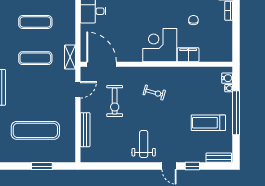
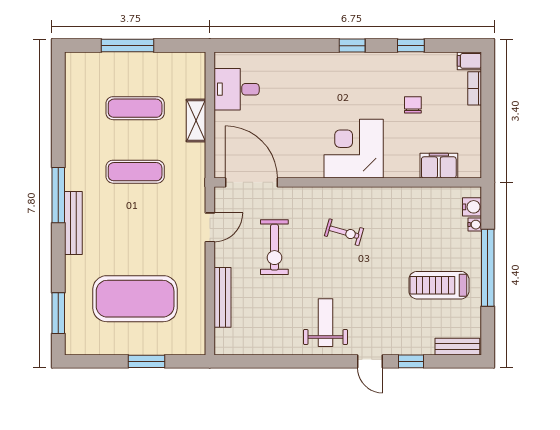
filing cabinet: (188, 55) -> (439, 166), moved
shelving: (70, 57) -> (196, 121), moved
exercise mat: (35, 130) -> (135, 299), width x1.47

